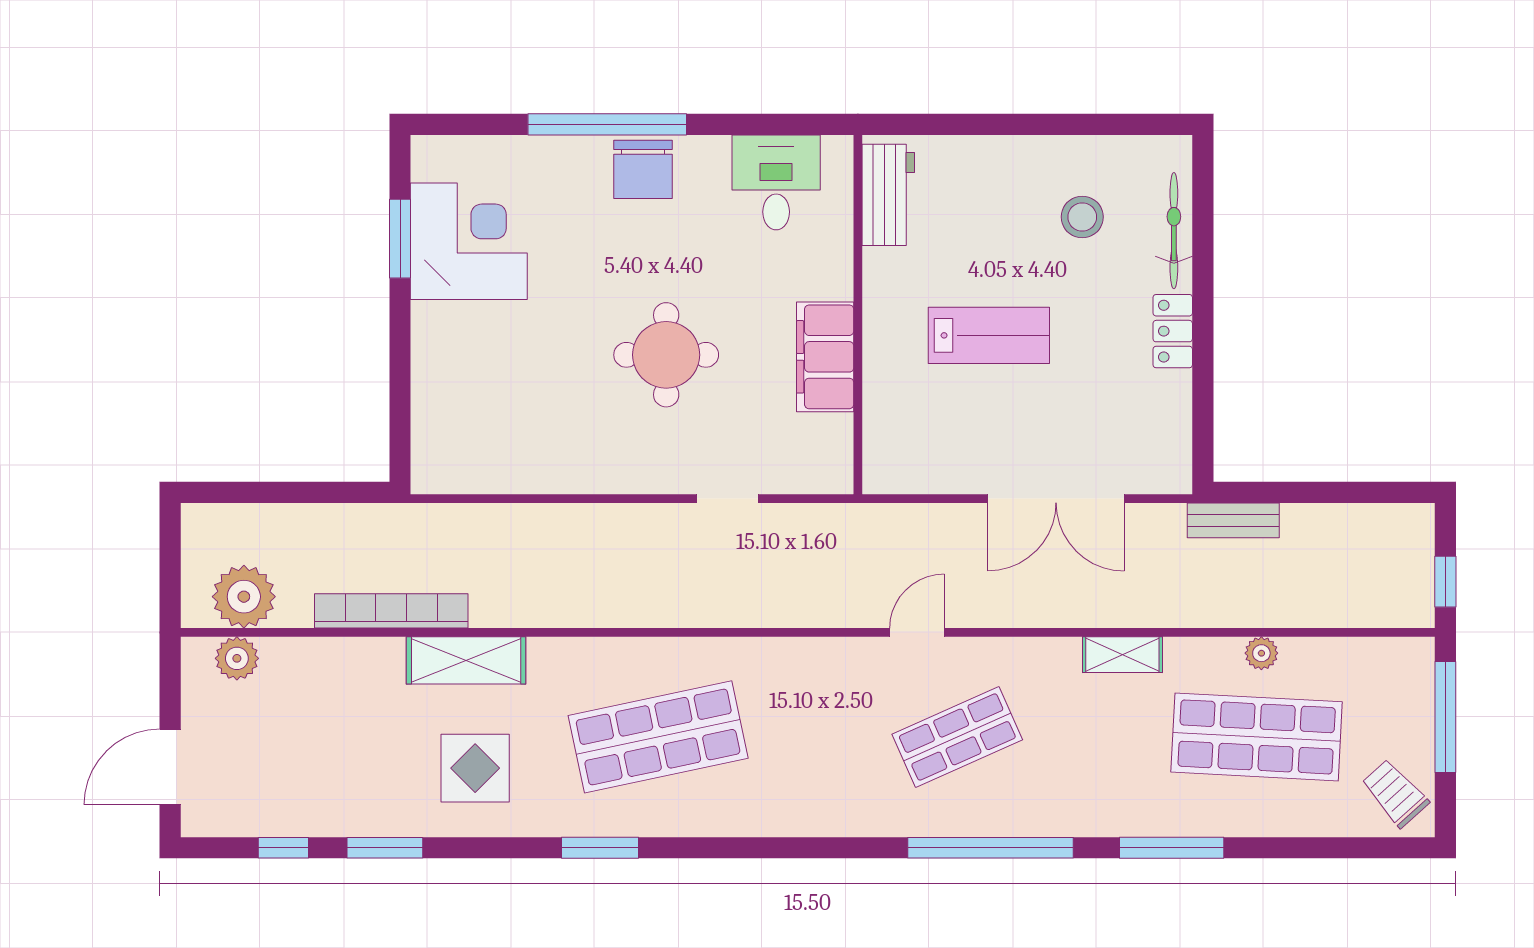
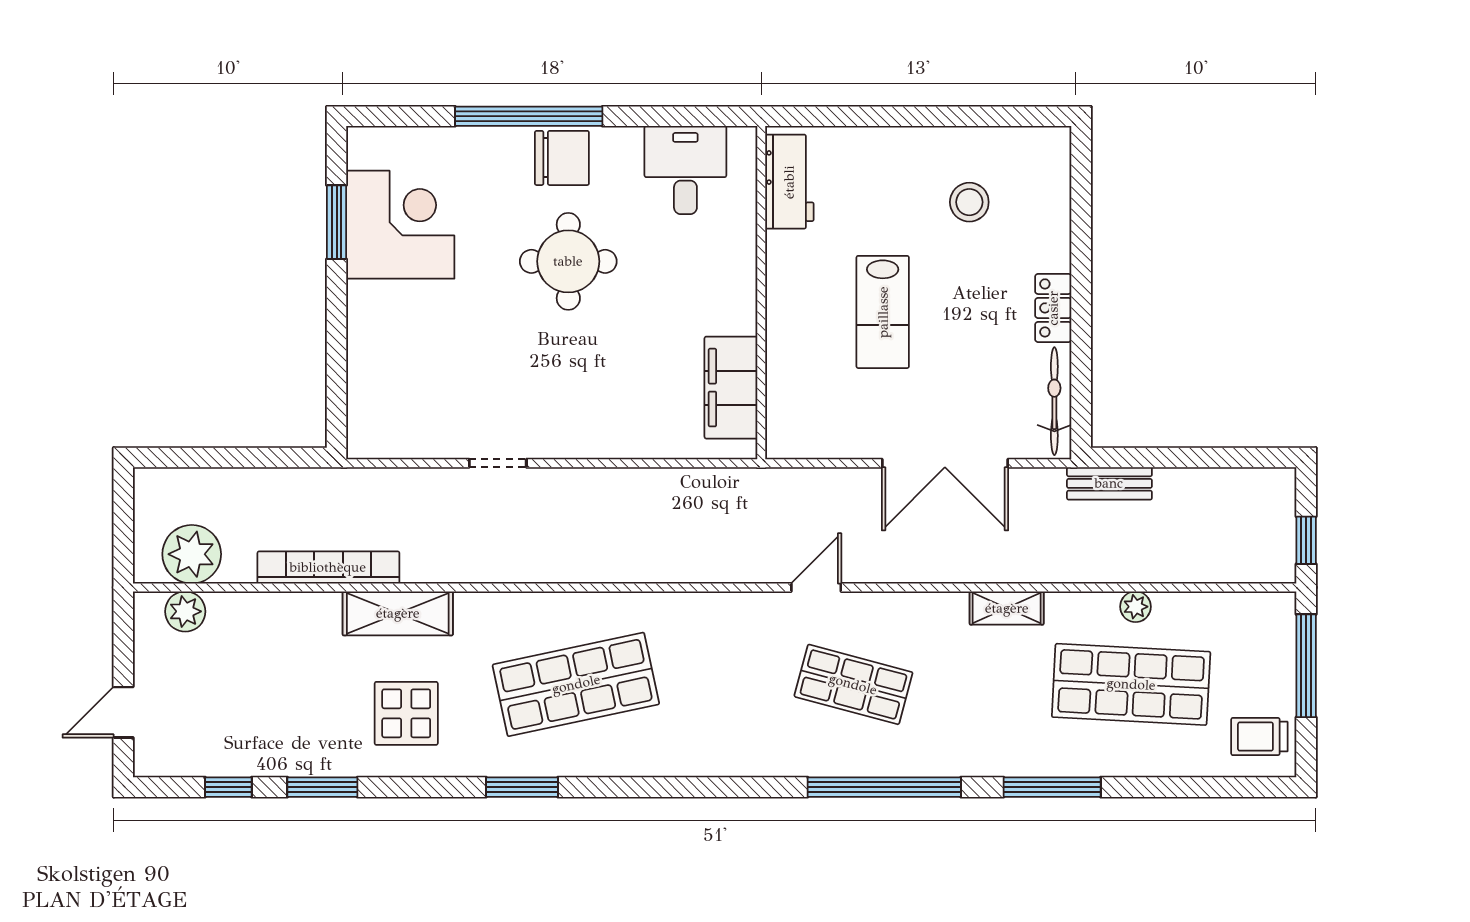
chair: (643, 169) -> (562, 158), turned -90
bicycle: (1174, 231) -> (1054, 401), moved
lab bench: (989, 335) -> (883, 312), turned 90
round table: (666, 355) -> (568, 261), moved
filing cabinet: (825, 357) -> (731, 388), moved
doorway: (727, 499) -> (498, 463), moved
shop shelf: (957, 737) -> (853, 684), turned 39
door: (170, 767) -> (123, 712), width x0.73
trolley: (1395, 793) -> (1259, 737), turned -48

